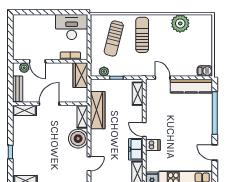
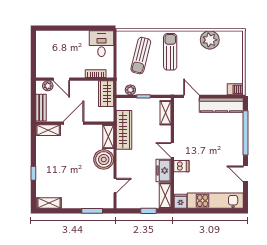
desk: (72, 27) -> (101, 44), width x0.73

